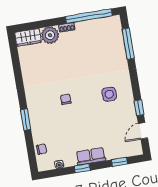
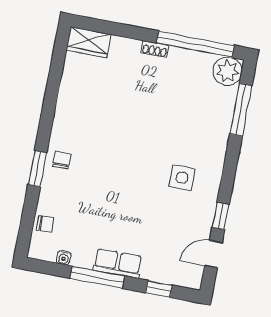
plant: (50, 35) -> (227, 71), moved
chair: (66, 99) -> (62, 160), moved
window: (82, 168) -> (97, 277), width x2.17

